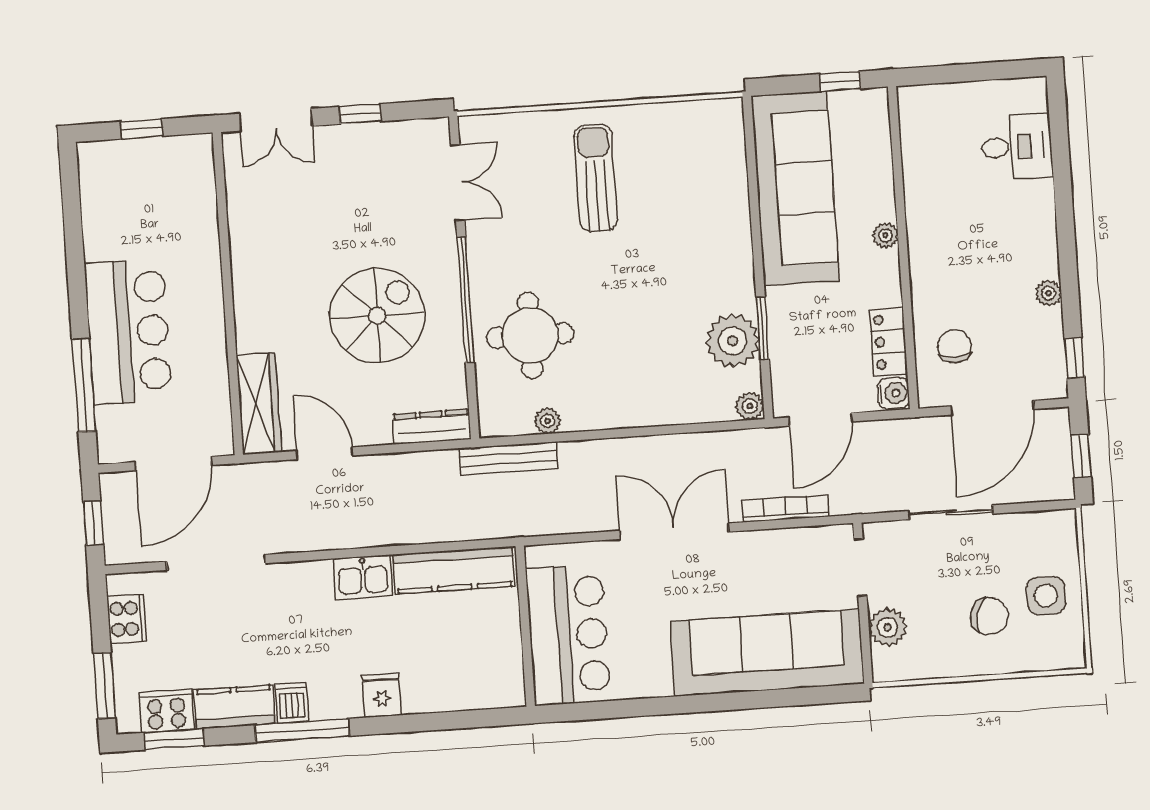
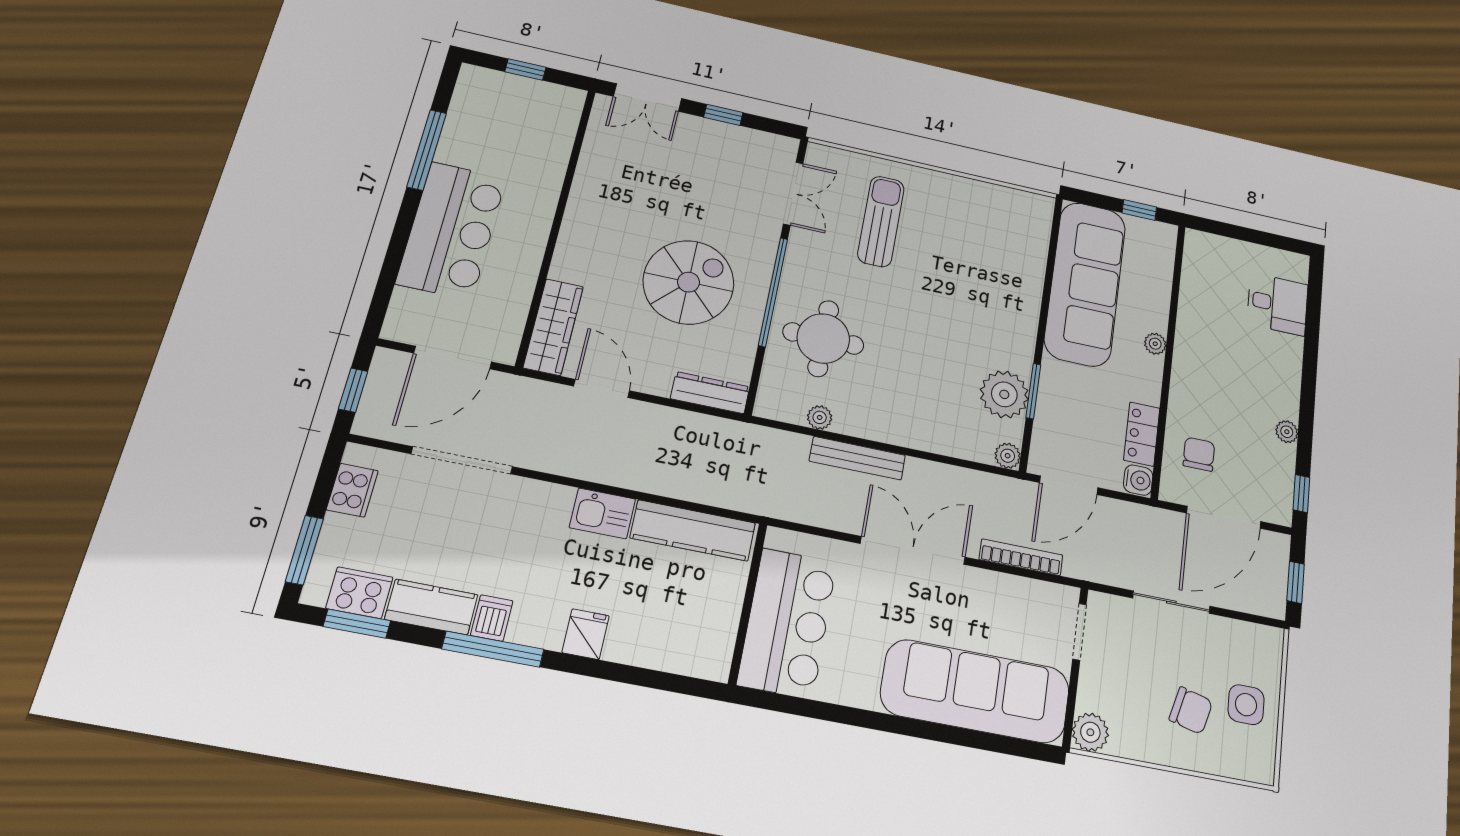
sun lounger: (596, 178) -> (881, 221), moved
window: (84, 386) -> (427, 150), moved
bench: (509, 458) -> (857, 458), moved
plant: (888, 627) -> (1090, 732), moved

